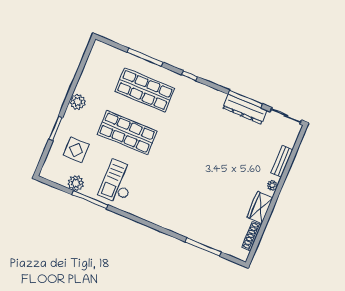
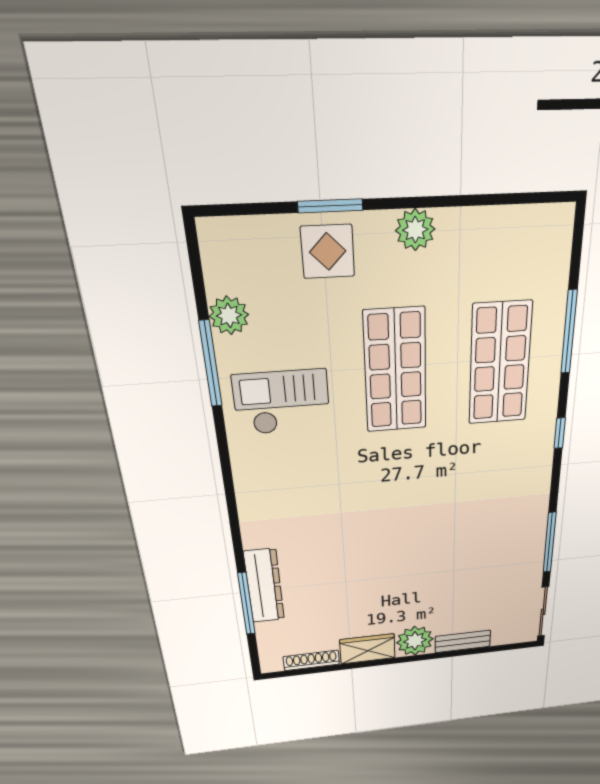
dresser: (245, 109) -> (264, 586), moved, turned 180
display table: (76, 150) -> (328, 252), moved
plant: (272, 185) -> (415, 641), width x1.88, depth x1.88

